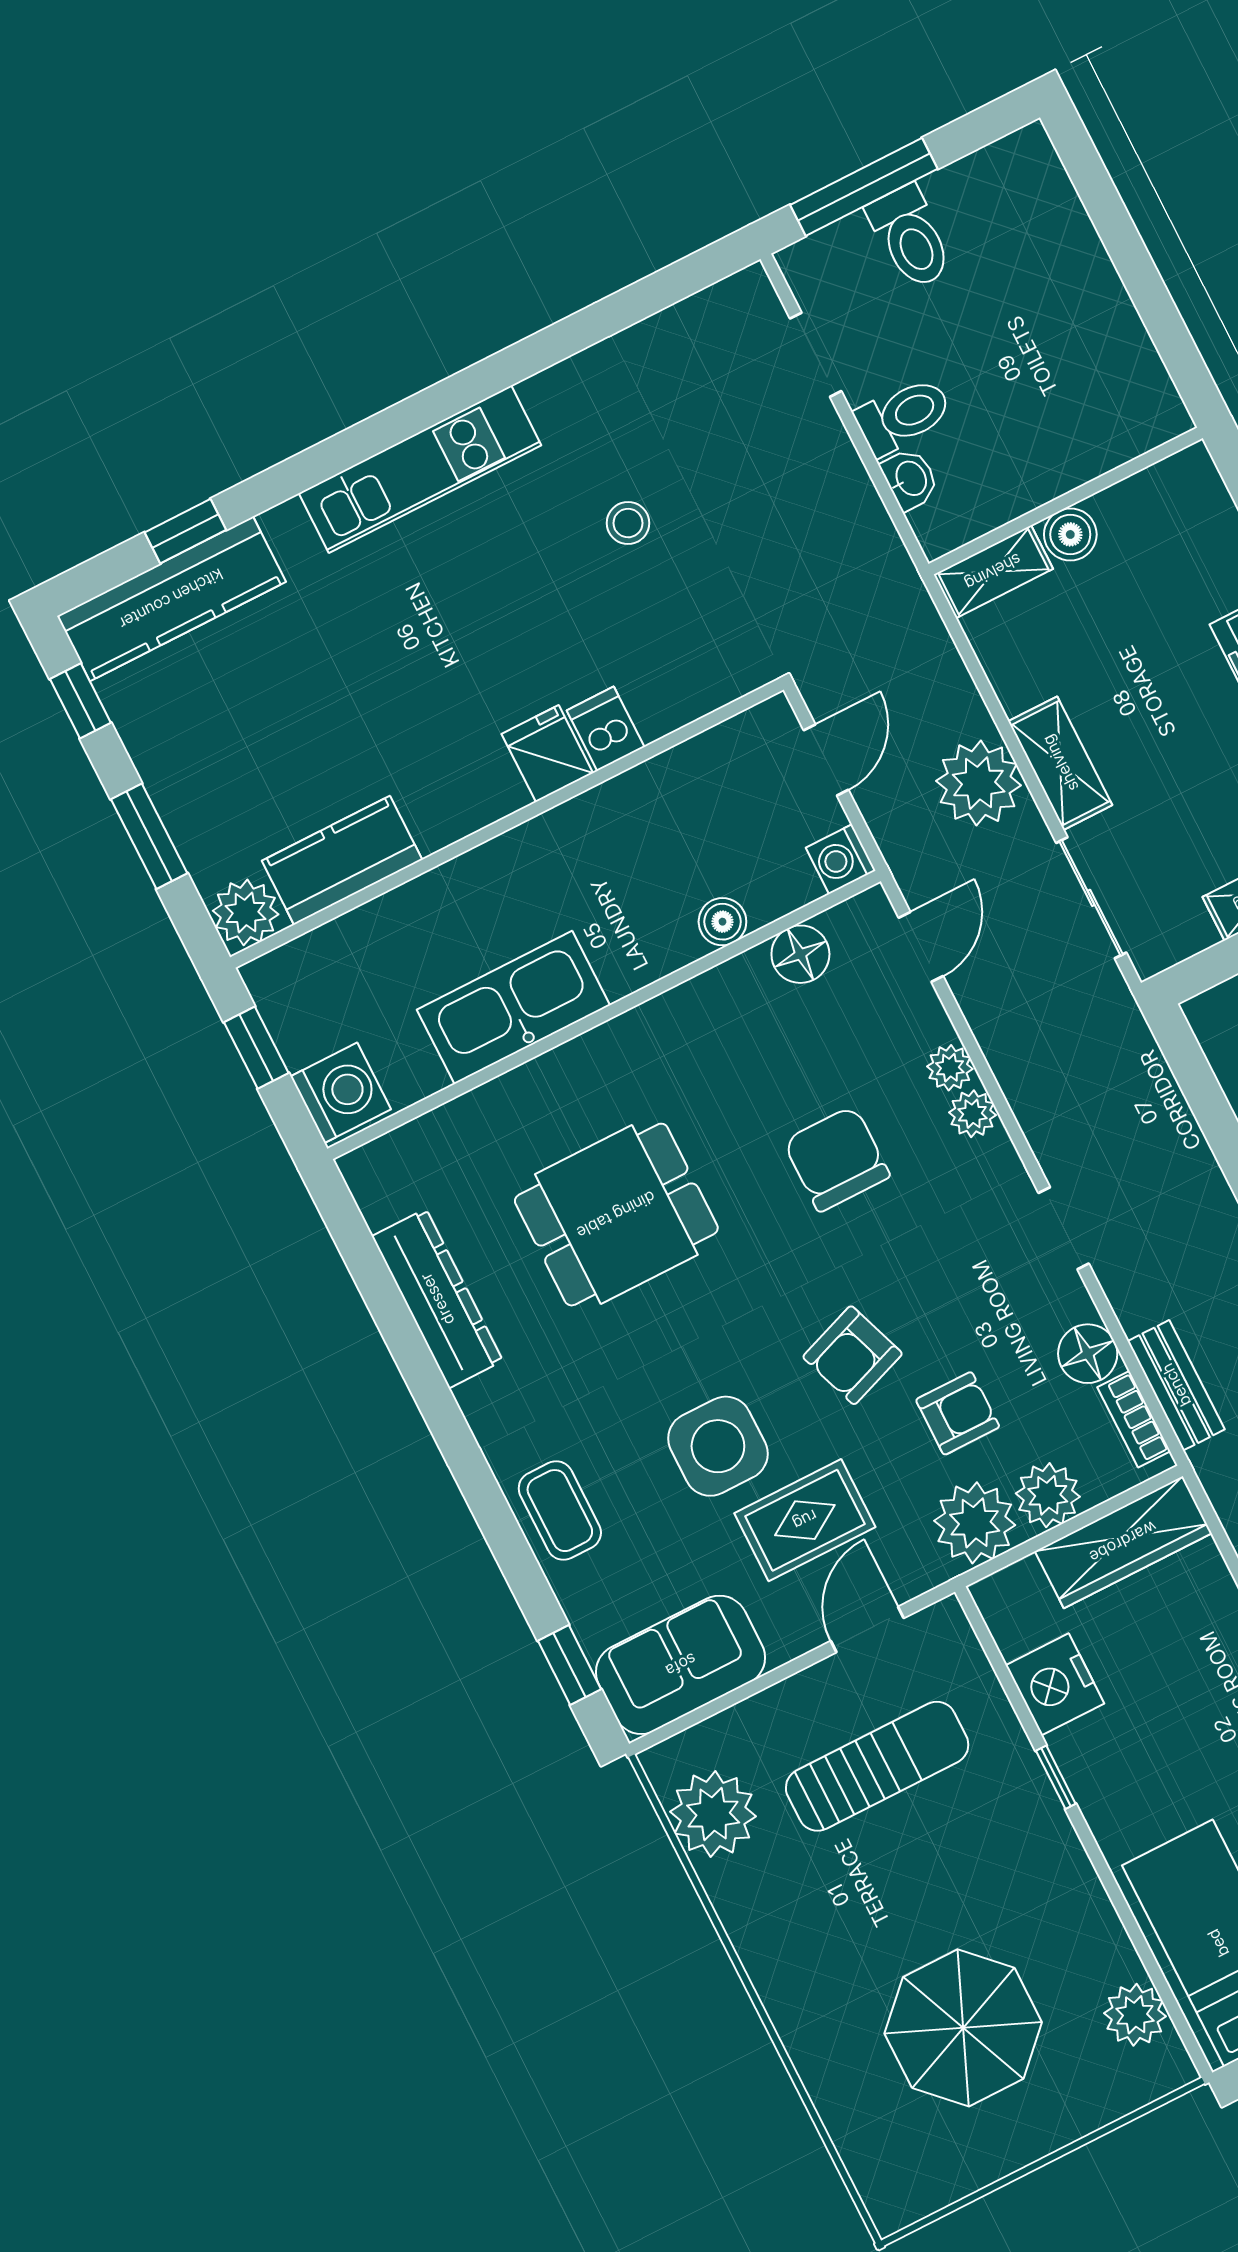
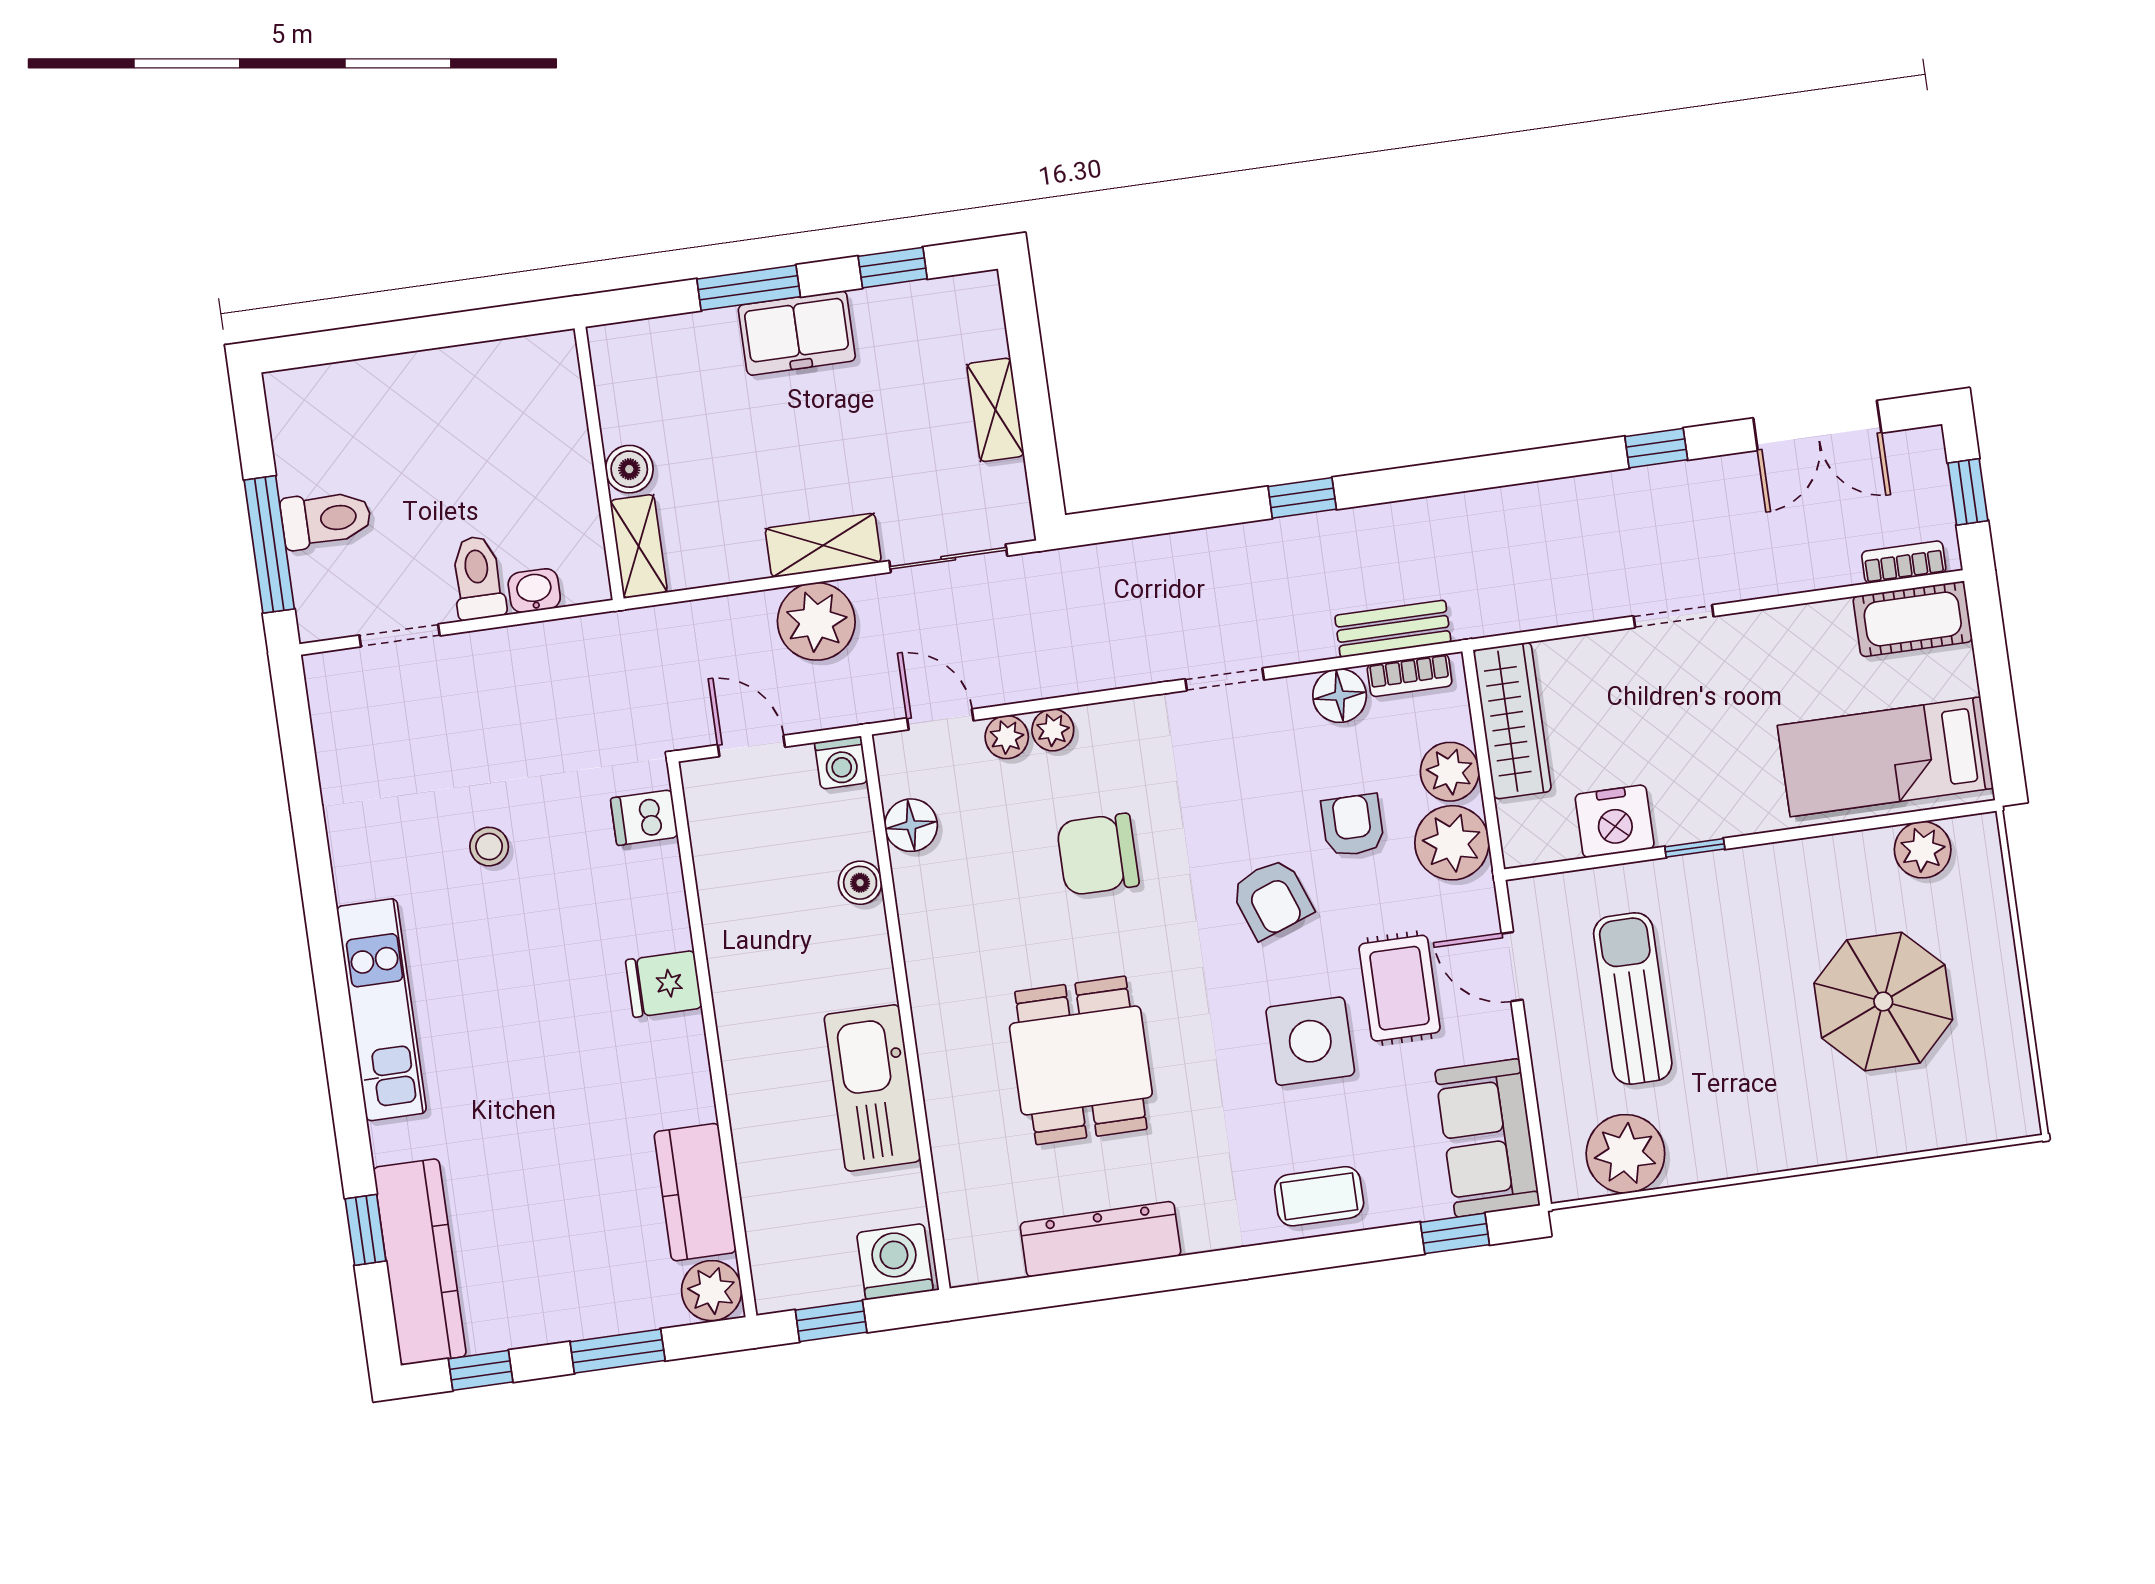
dishwasher: (606, 729) -> (644, 818), moved
plant: (972, 1114) -> (1007, 737), moved

